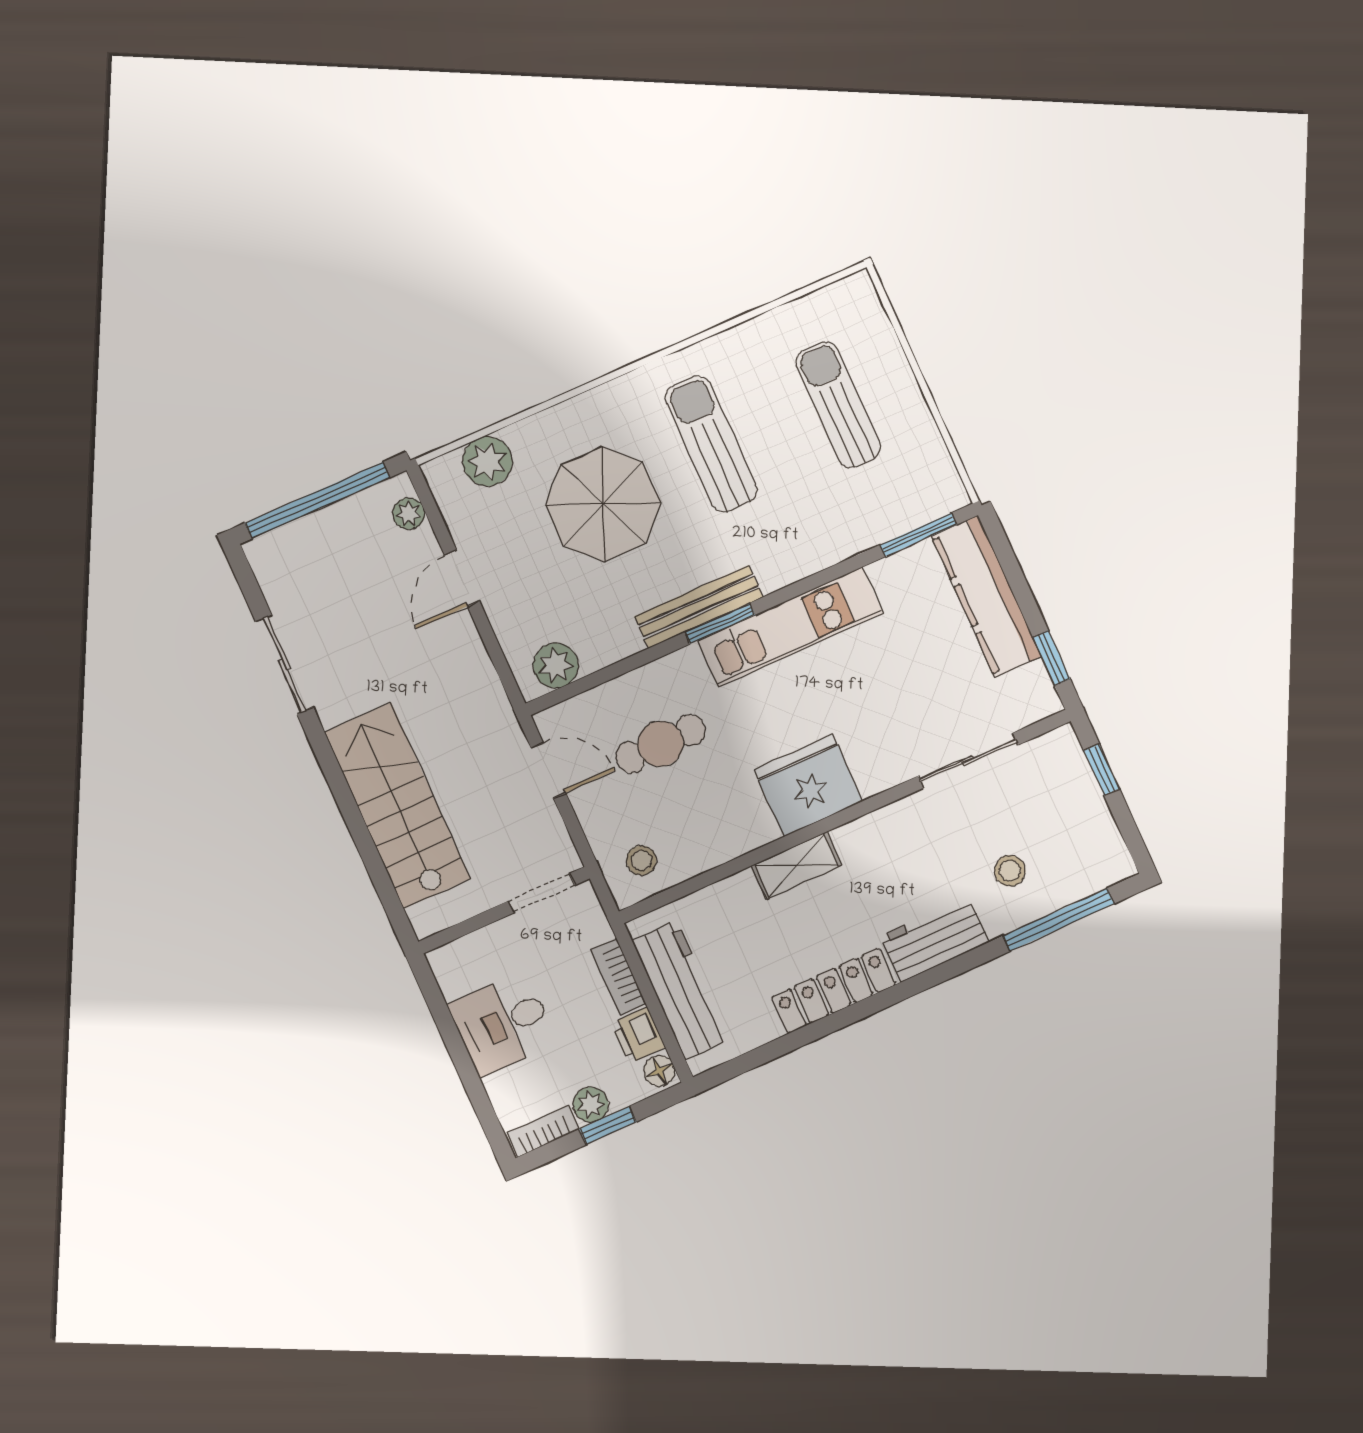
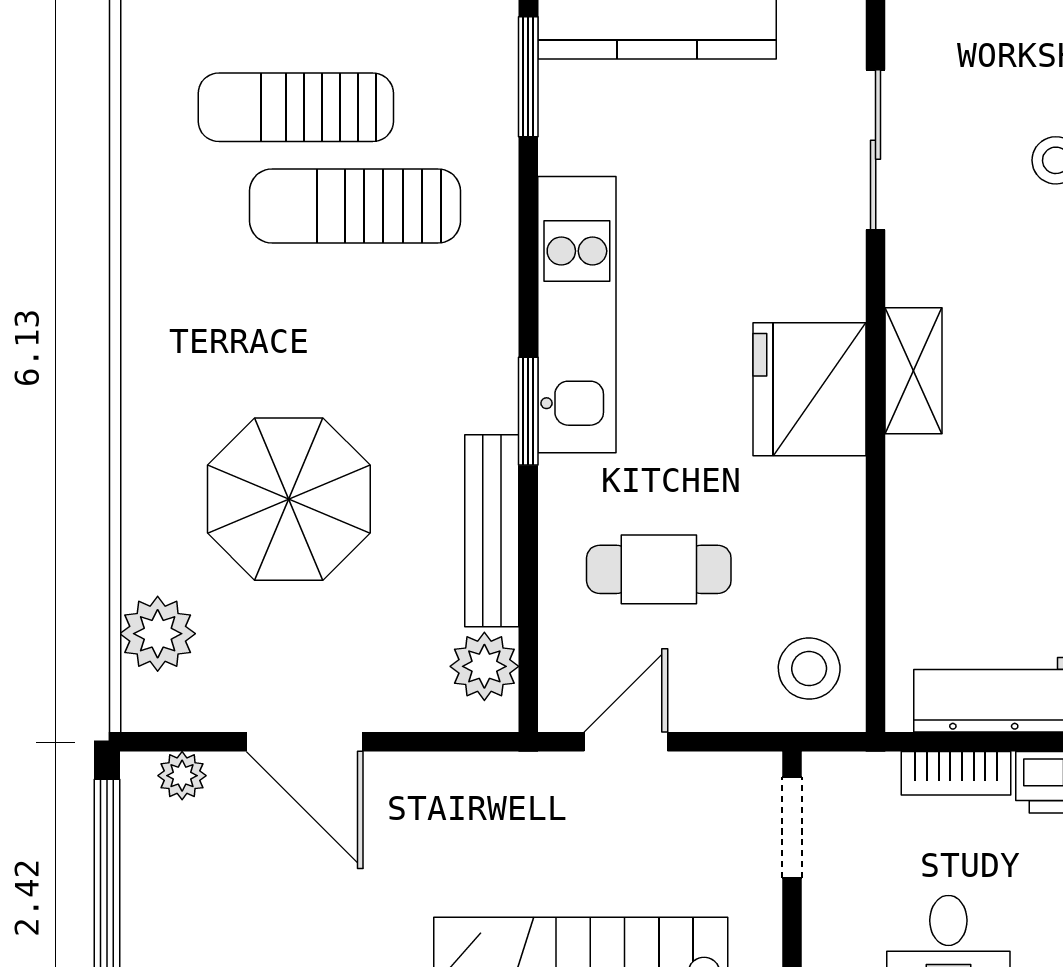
sun lounger: (711, 444) -> (355, 206), moved
door: (462, 578) -> (305, 742), width x1.38
bench: (699, 607) -> (492, 531), moved
cafe table: (660, 744) -> (659, 569), turned 90
stool: (642, 860) -> (809, 669), width x1.37, depth x1.37
shelving: (797, 865) -> (914, 371), moved

